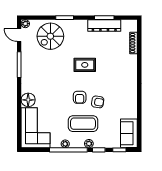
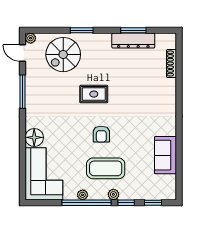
rug: (85, 65) -> (94, 94), moved
armchair: (98, 102) -> (125, 140), removed
sofa: (129, 133) -> (165, 155), moved

